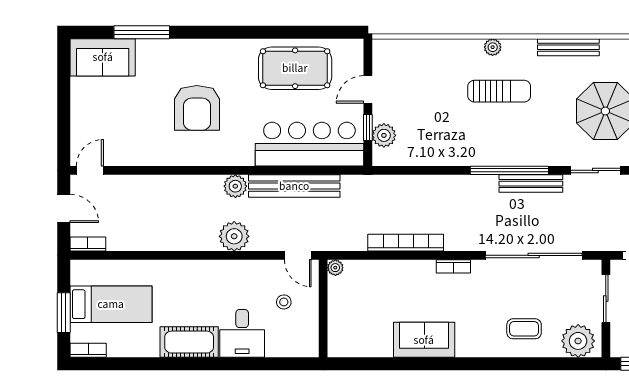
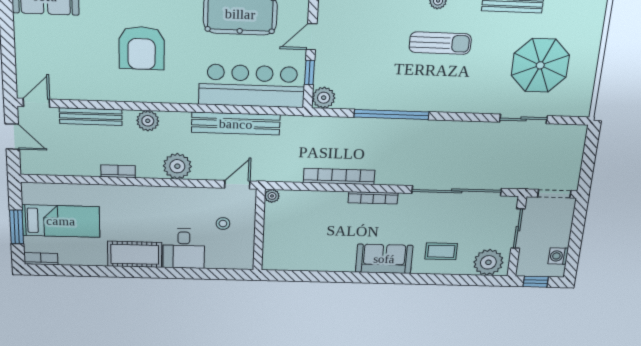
plant: (384, 135) -> (324, 98), moved
window: (509, 170) -> (392, 115), moved
bench: (531, 184) -> (91, 117), moved
plant: (235, 186) -> (148, 121), moved
bookcase: (88, 244) -> (118, 171), moved
door: (298, 255) -> (237, 185), swing flipped
bookcase: (453, 266) -> (373, 198), width x1.56
sofa: (424, 340) -> (384, 259), moved

